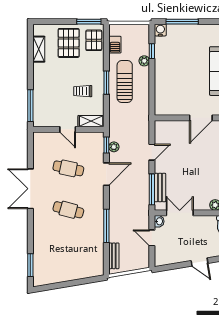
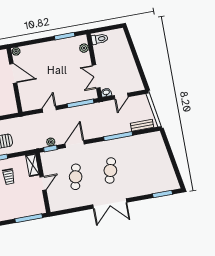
door: (152, 152) -> (49, 109), hinge flipped
door: (106, 174) -> (75, 144), hinge flipped
bench: (160, 187) -> (78, 97), removed
double door: (30, 189) -> (110, 204), moved
door: (199, 262) -> (134, 53), removed

